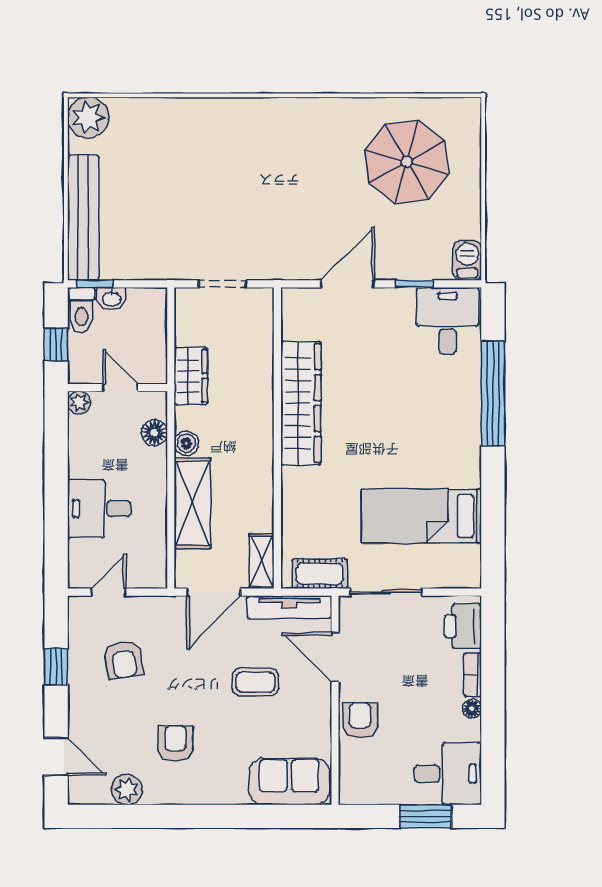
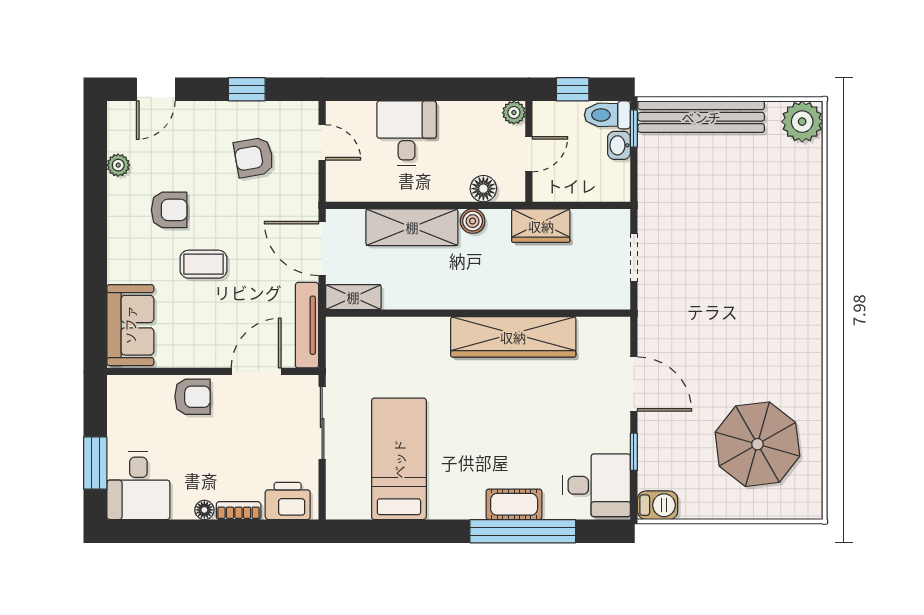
cot: (320, 574) -> (514, 504), moved, turned 90
coffee table: (255, 682) -> (203, 264), moved, turned 90
plant: (127, 789) -> (118, 165), width x0.73, depth x0.73

